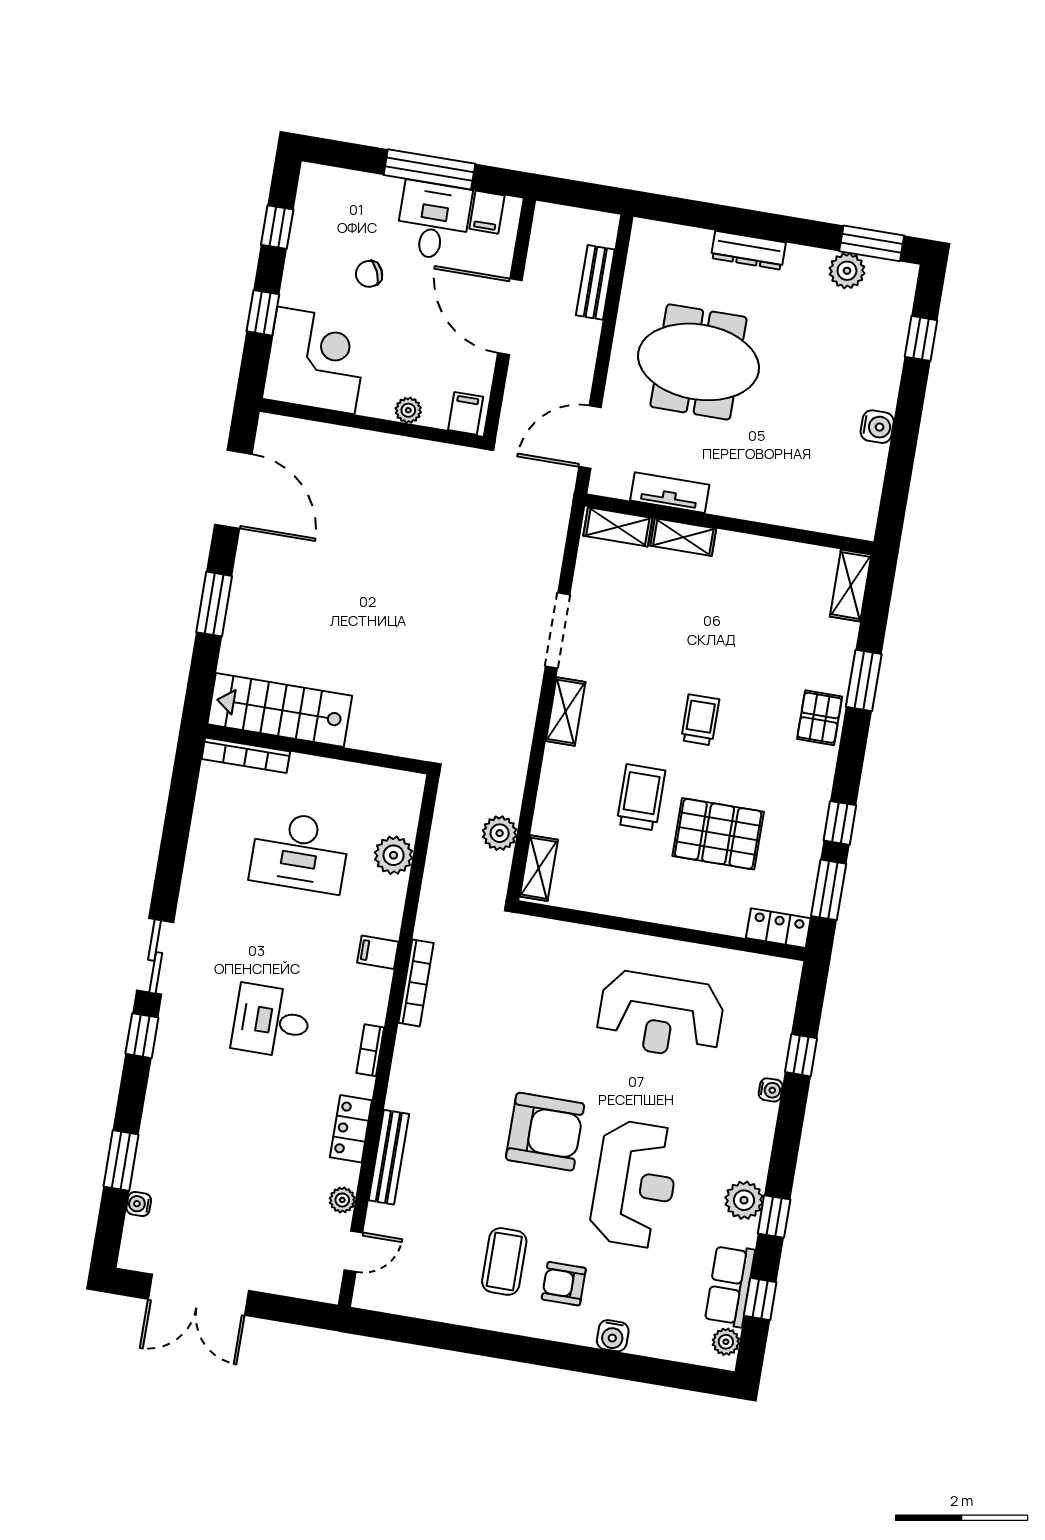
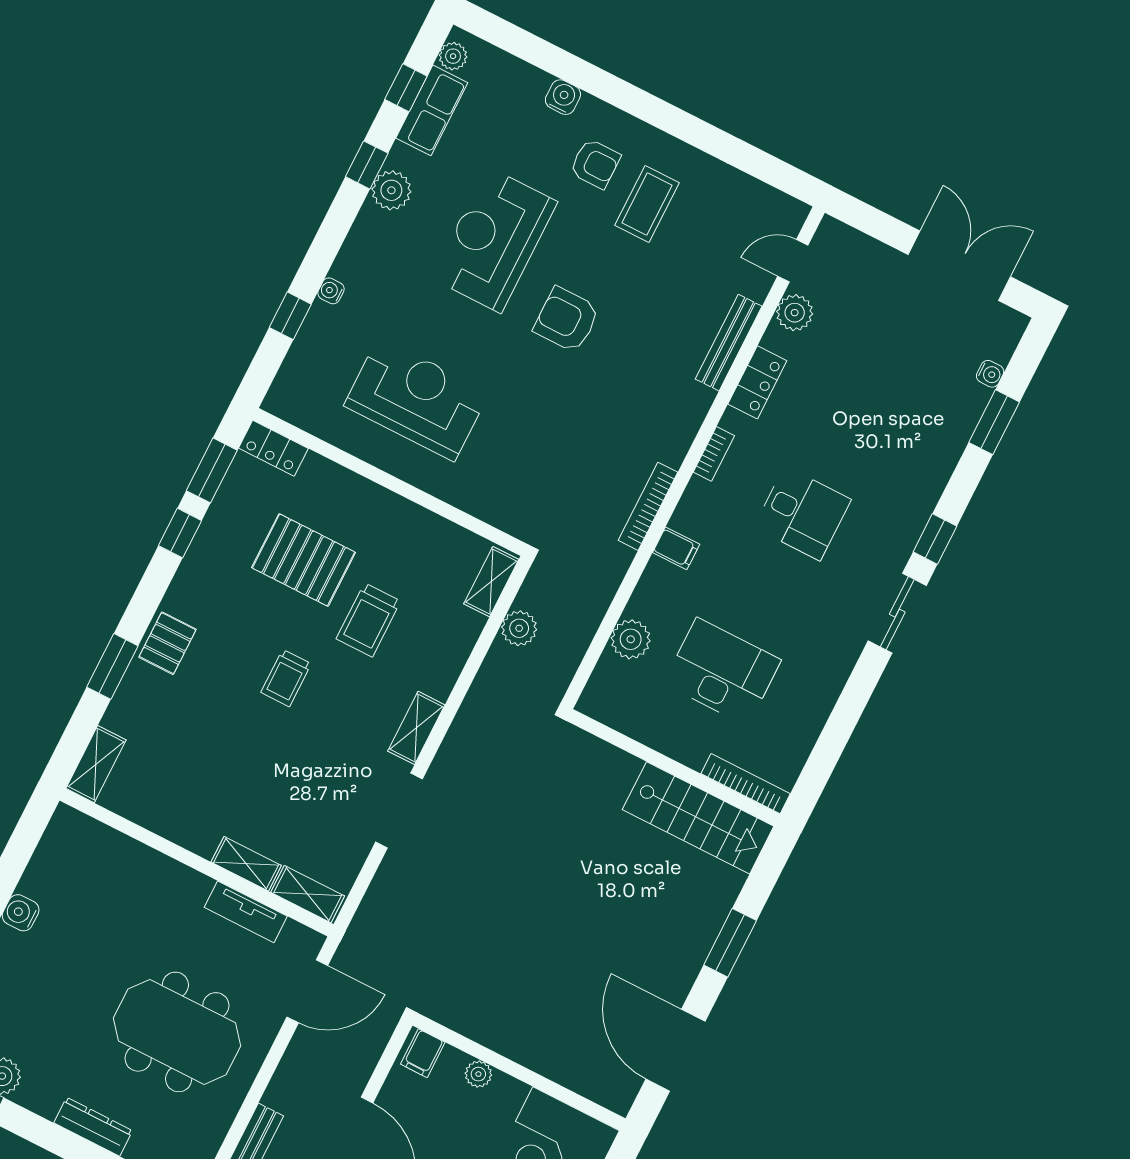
armchair: (545, 1132) -> (567, 320), width x0.73, depth x0.73
plant: (342, 1200) -> (795, 313), width x1.38, depth x1.38

